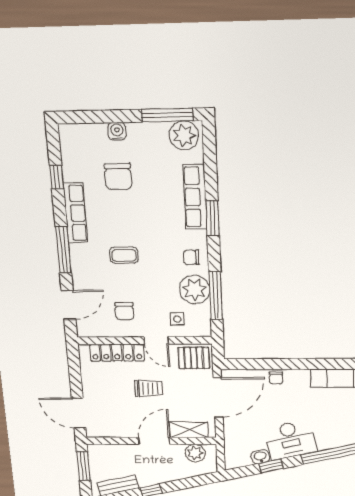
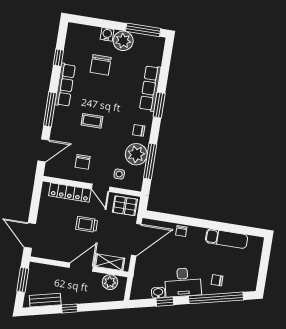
plant: (184, 135) -> (123, 41), moved
trolley: (149, 388) -> (87, 224), turned 180
chair: (335, 431) -> (217, 280), added

